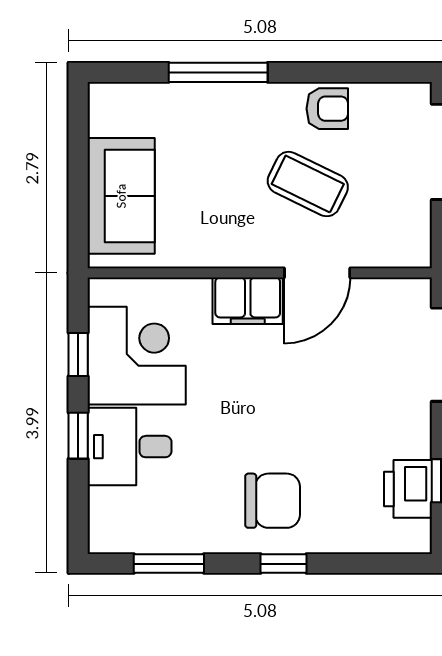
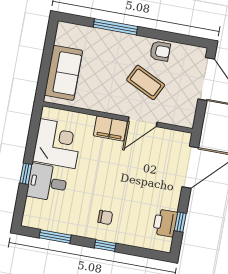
window: (78, 354) -> (32, 138), removed
chair: (273, 501) -> (105, 217), width x0.54, depth x0.54

